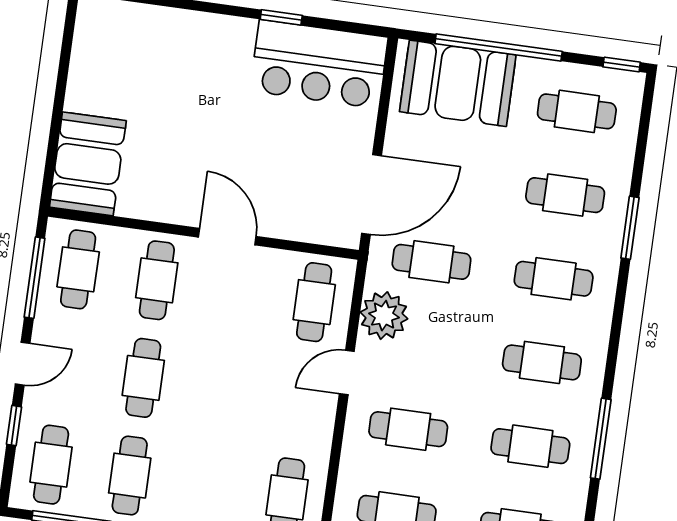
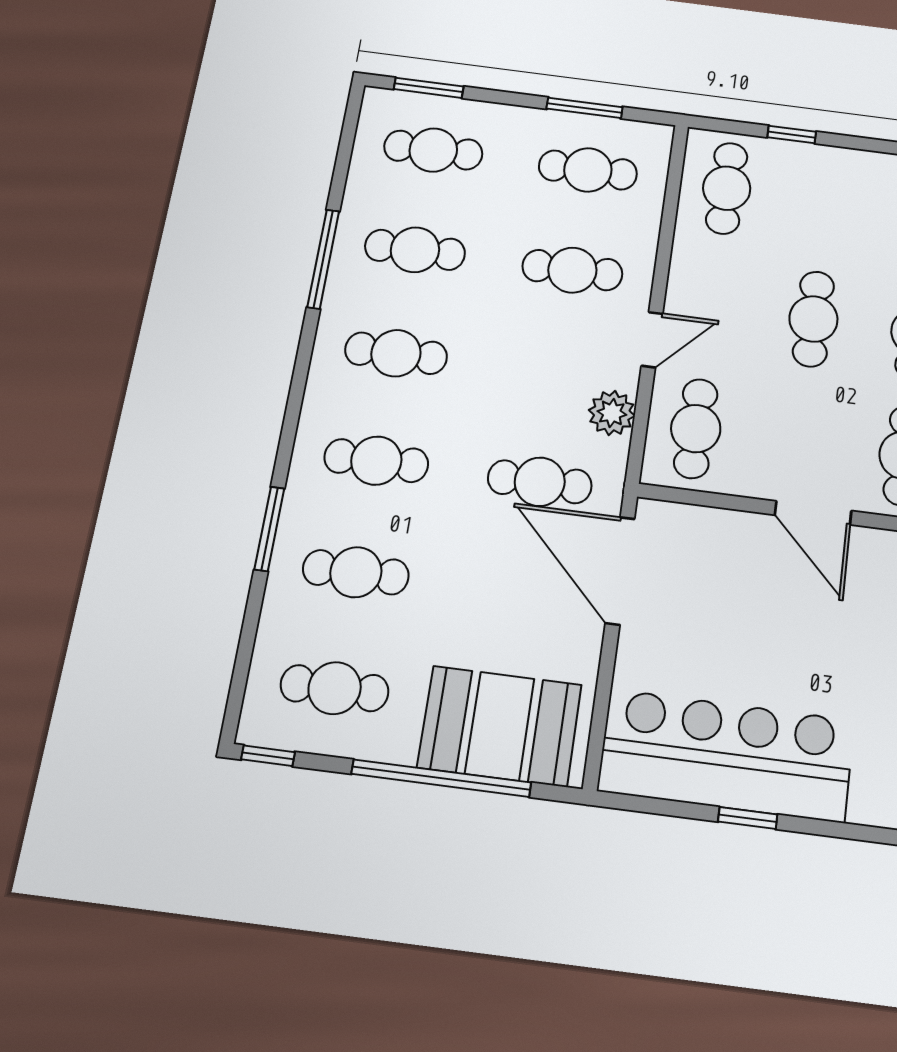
bar counter: (319, 64) -> (726, 755), width x1.36
door: (372, 195) -> (620, 571), hinge flipped
plant: (384, 316) -> (612, 413), width x0.73, depth x0.73
cafe table: (222, 389) -> (813, 319), added

